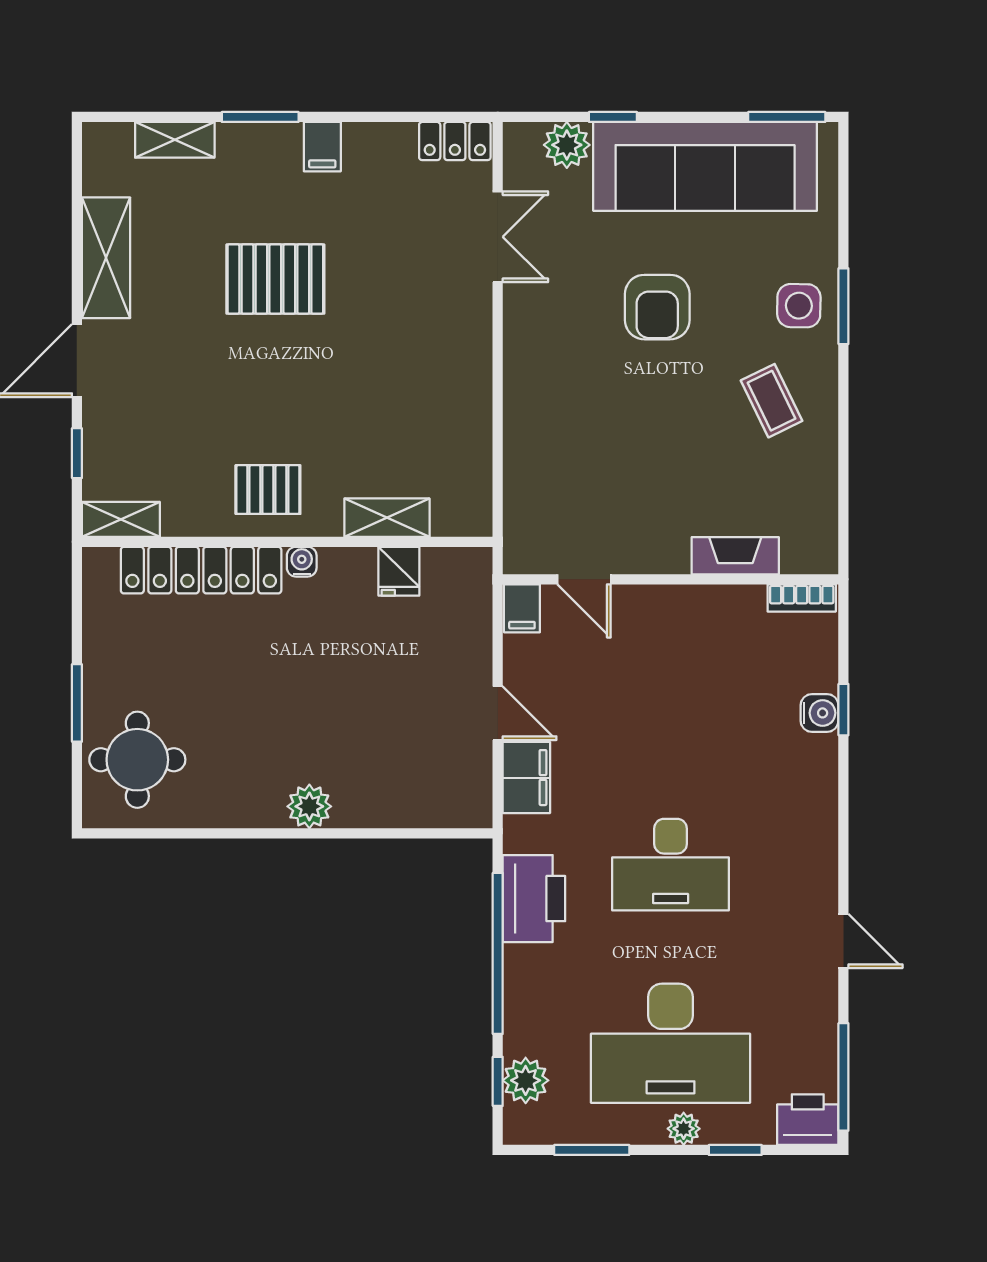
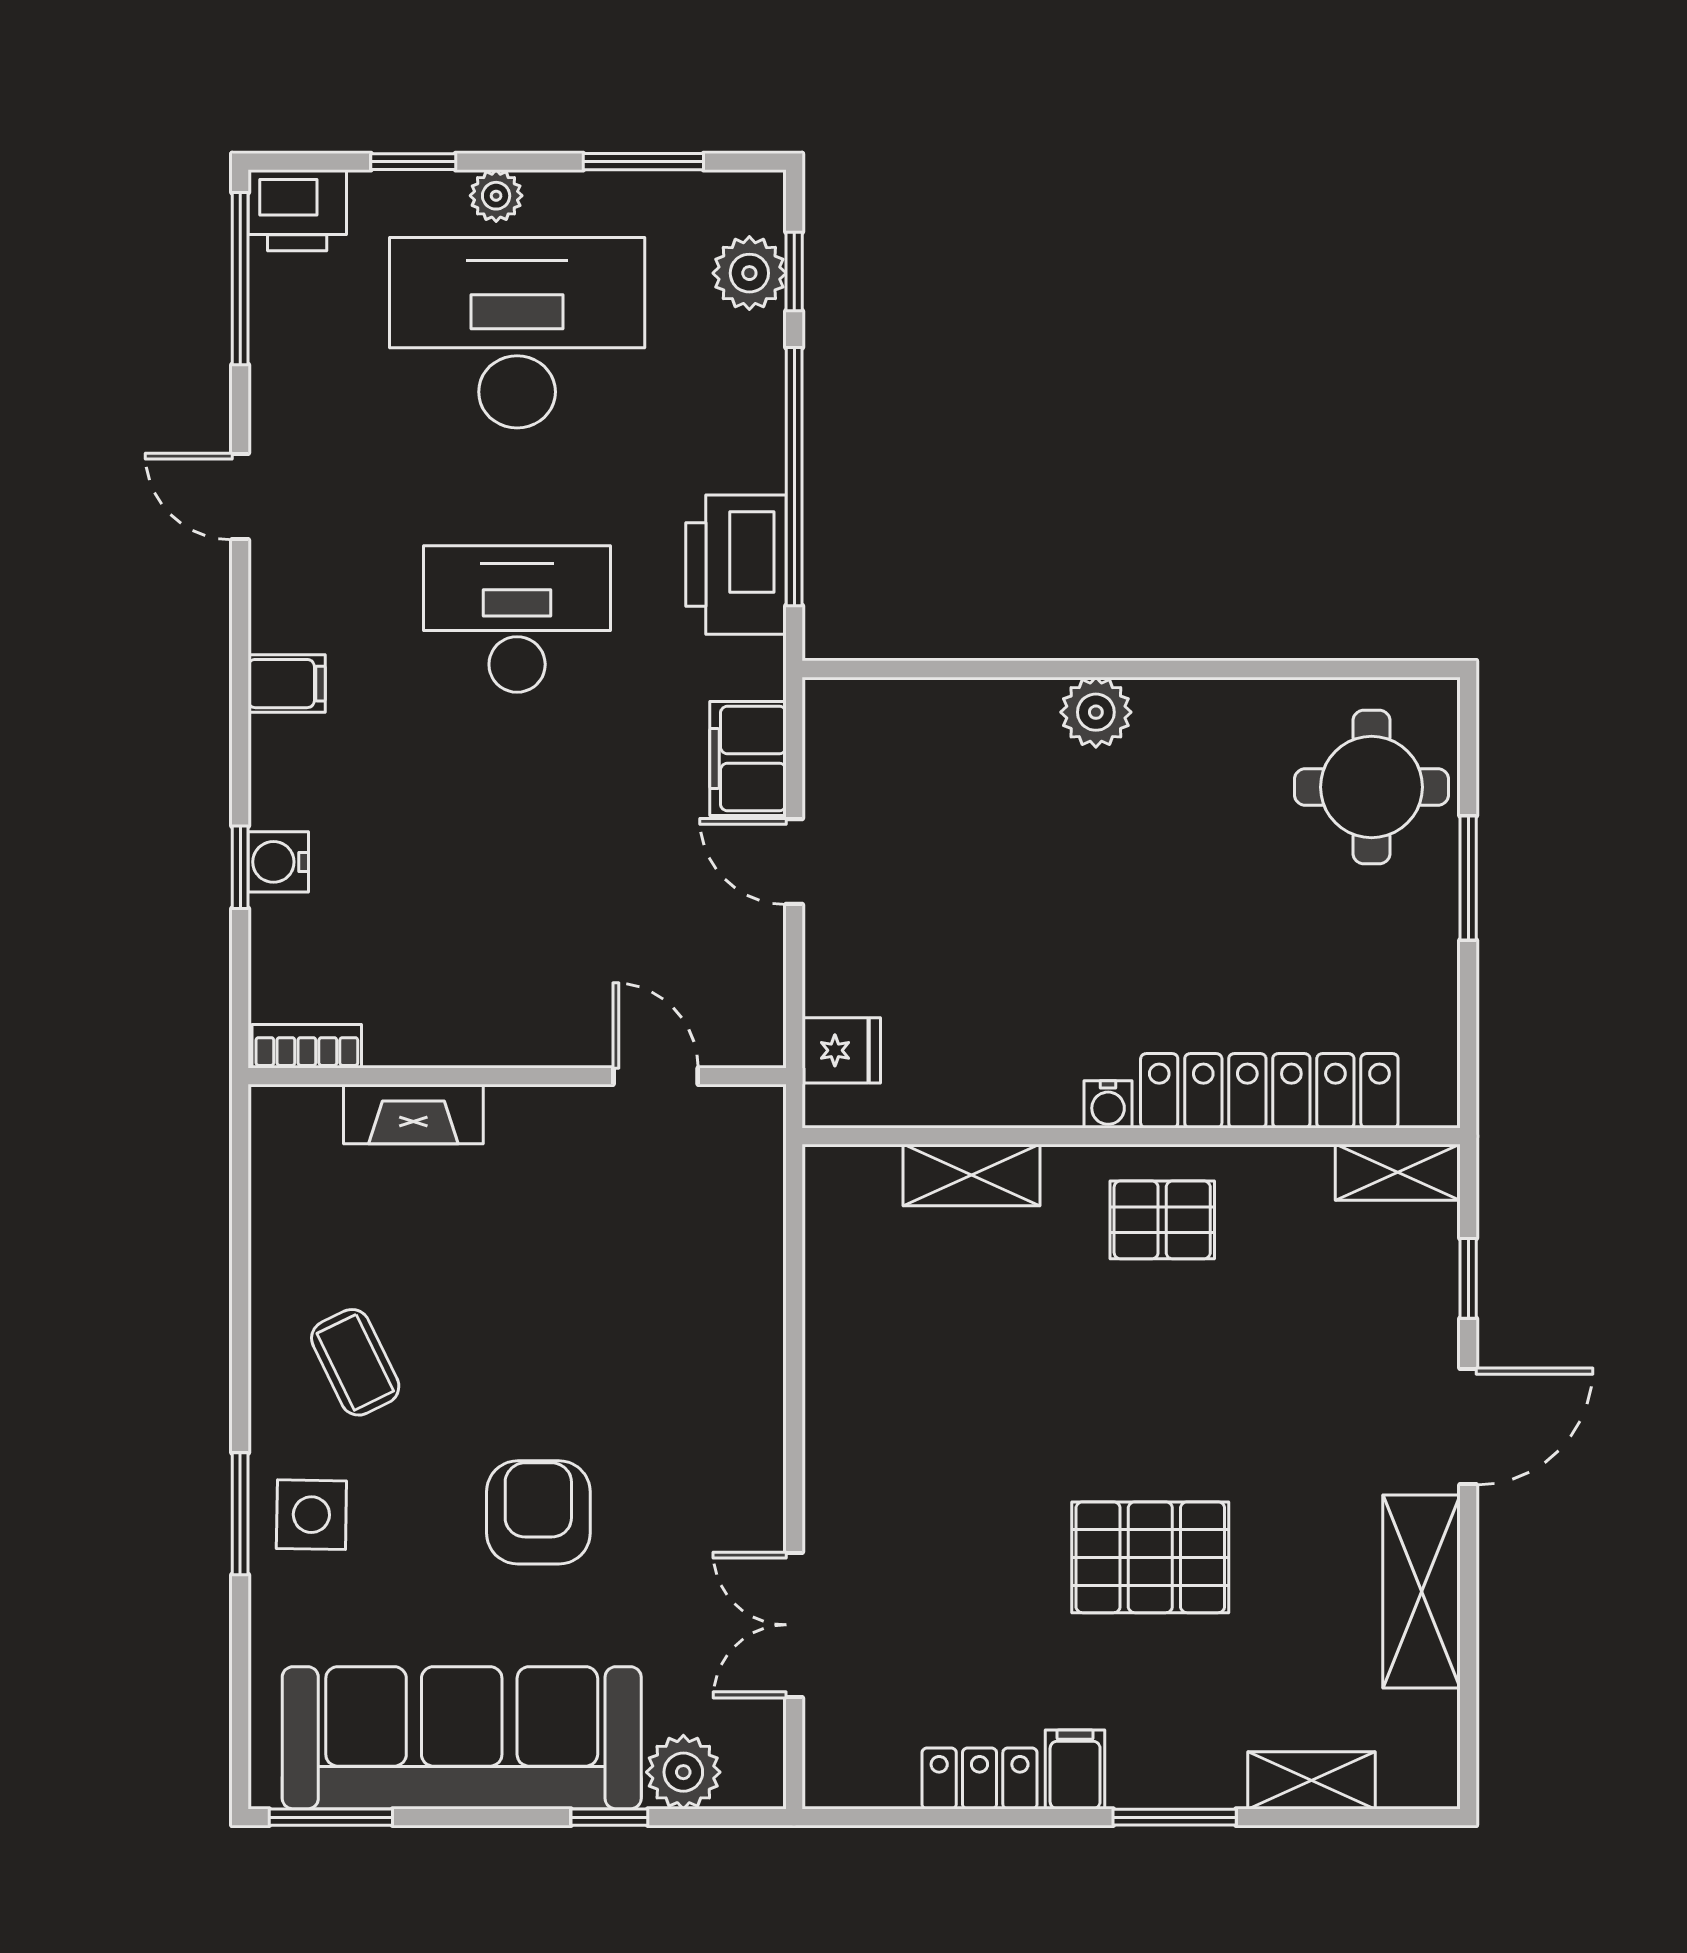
locker: (455, 141) -> (980, 1778), moved
fridge: (399, 571) -> (841, 1050), moved, turned 90
filing cabinet: (522, 608) -> (287, 684), moved, turned 90

